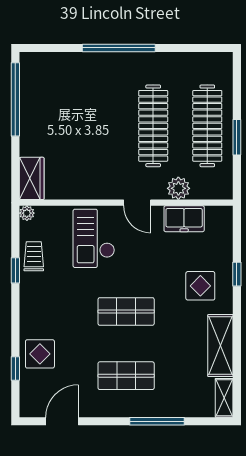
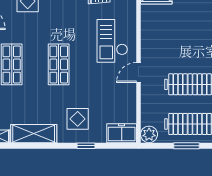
plant: (178, 188) -> (149, 134), moved
freezer: (184, 219) -> (122, 133), moved, turned 90
checkout: (94, 238) -> (112, 41), turned -90

